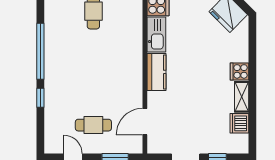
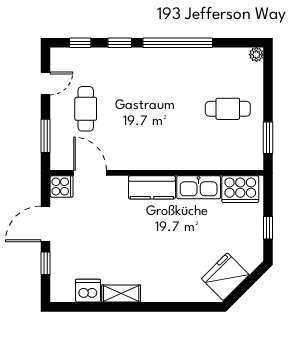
cooker: (239, 71) -> (62, 186), moved, turned 90
window: (40, 130) -> (80, 43), added

